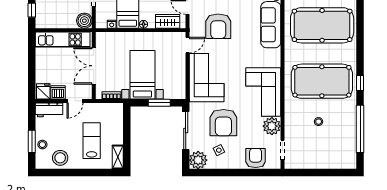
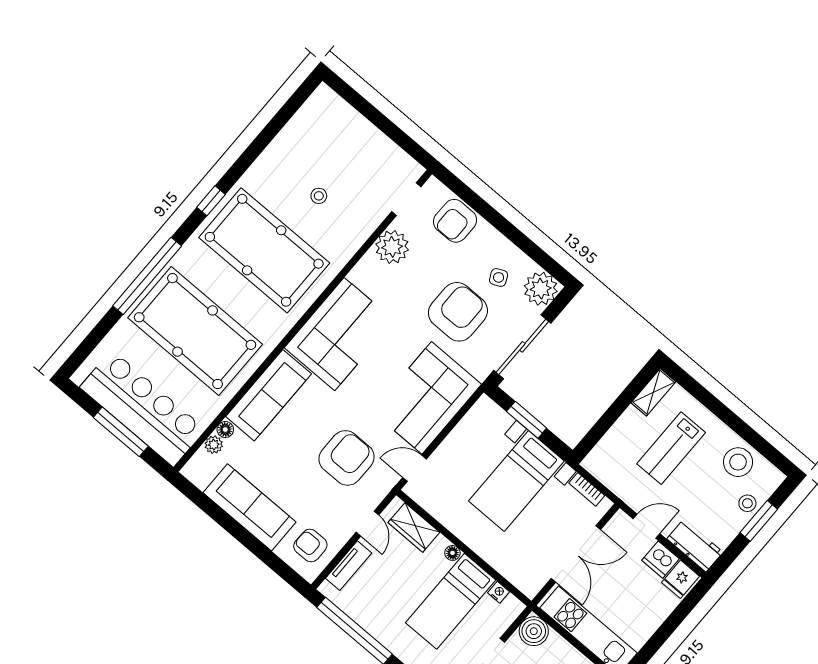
corner sofa: (263, 92) -> (339, 334), moved
window: (360, 129) -> (147, 276), moved

